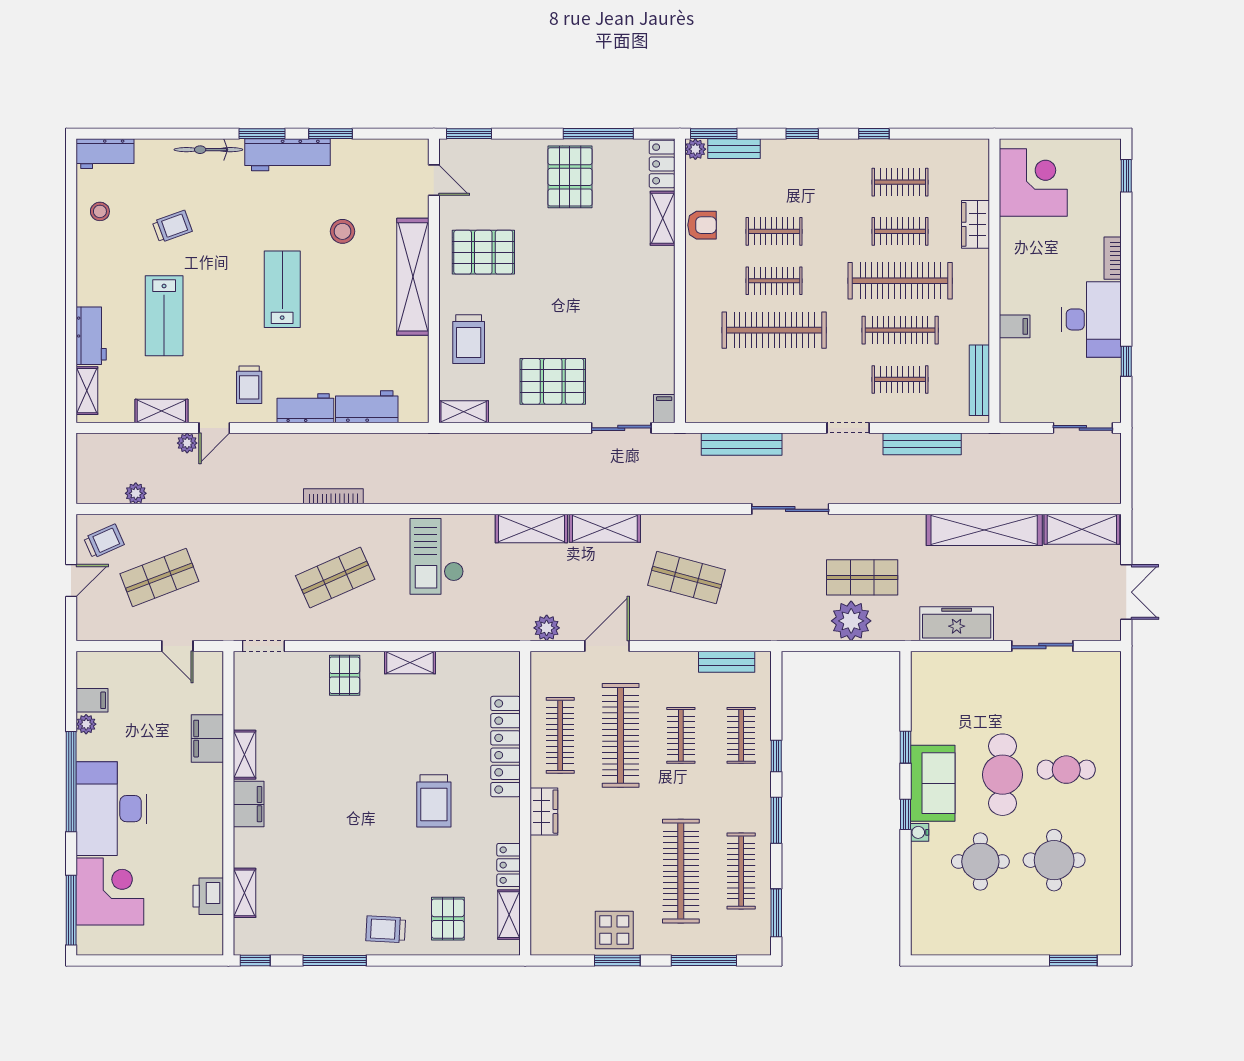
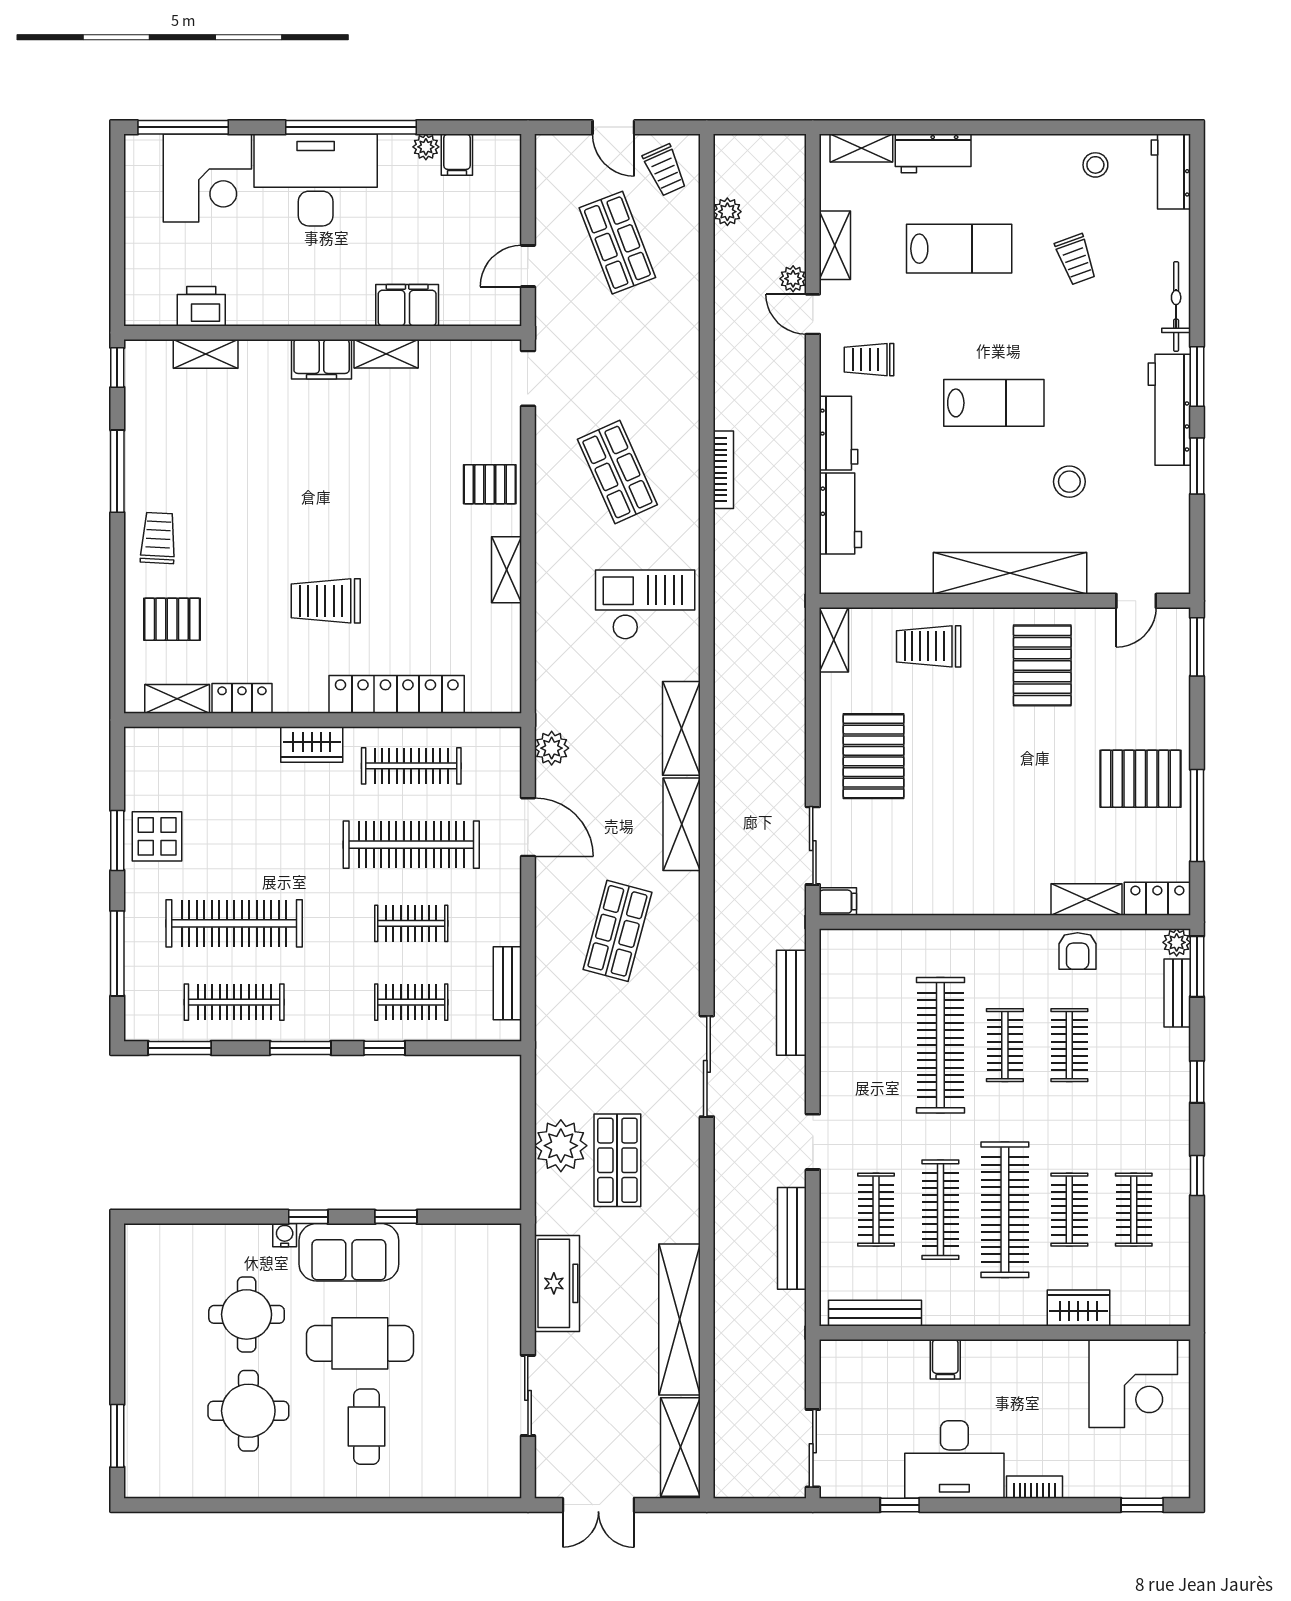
lab bench: (164, 316) -> (959, 249), turned 180

